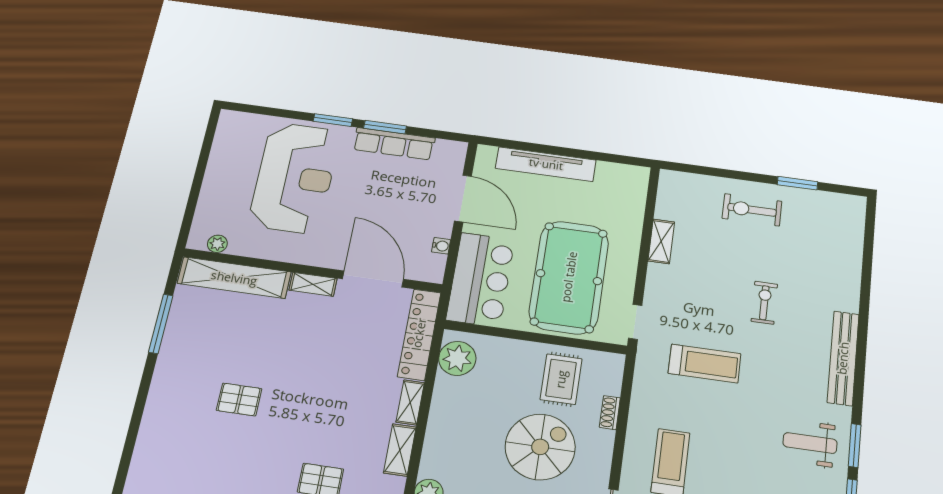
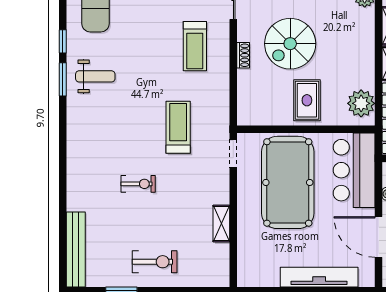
exercise bike: (764, 303) -> (138, 184), turned -90
bench: (843, 358) -> (76, 249), moved
treadmill: (705, 364) -> (178, 127), turned 90
rug: (561, 379) -> (307, 100), moved
shoe rack: (610, 413) -> (243, 55), moved

